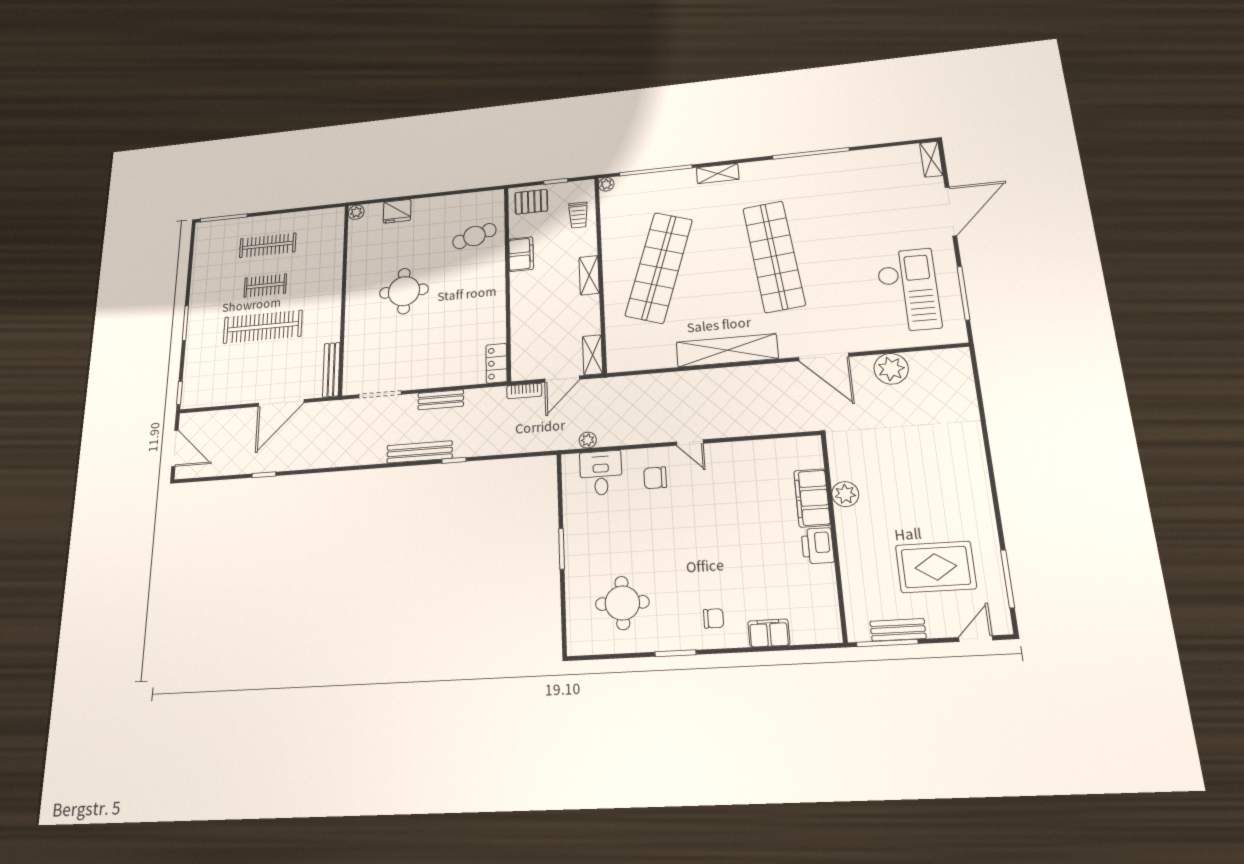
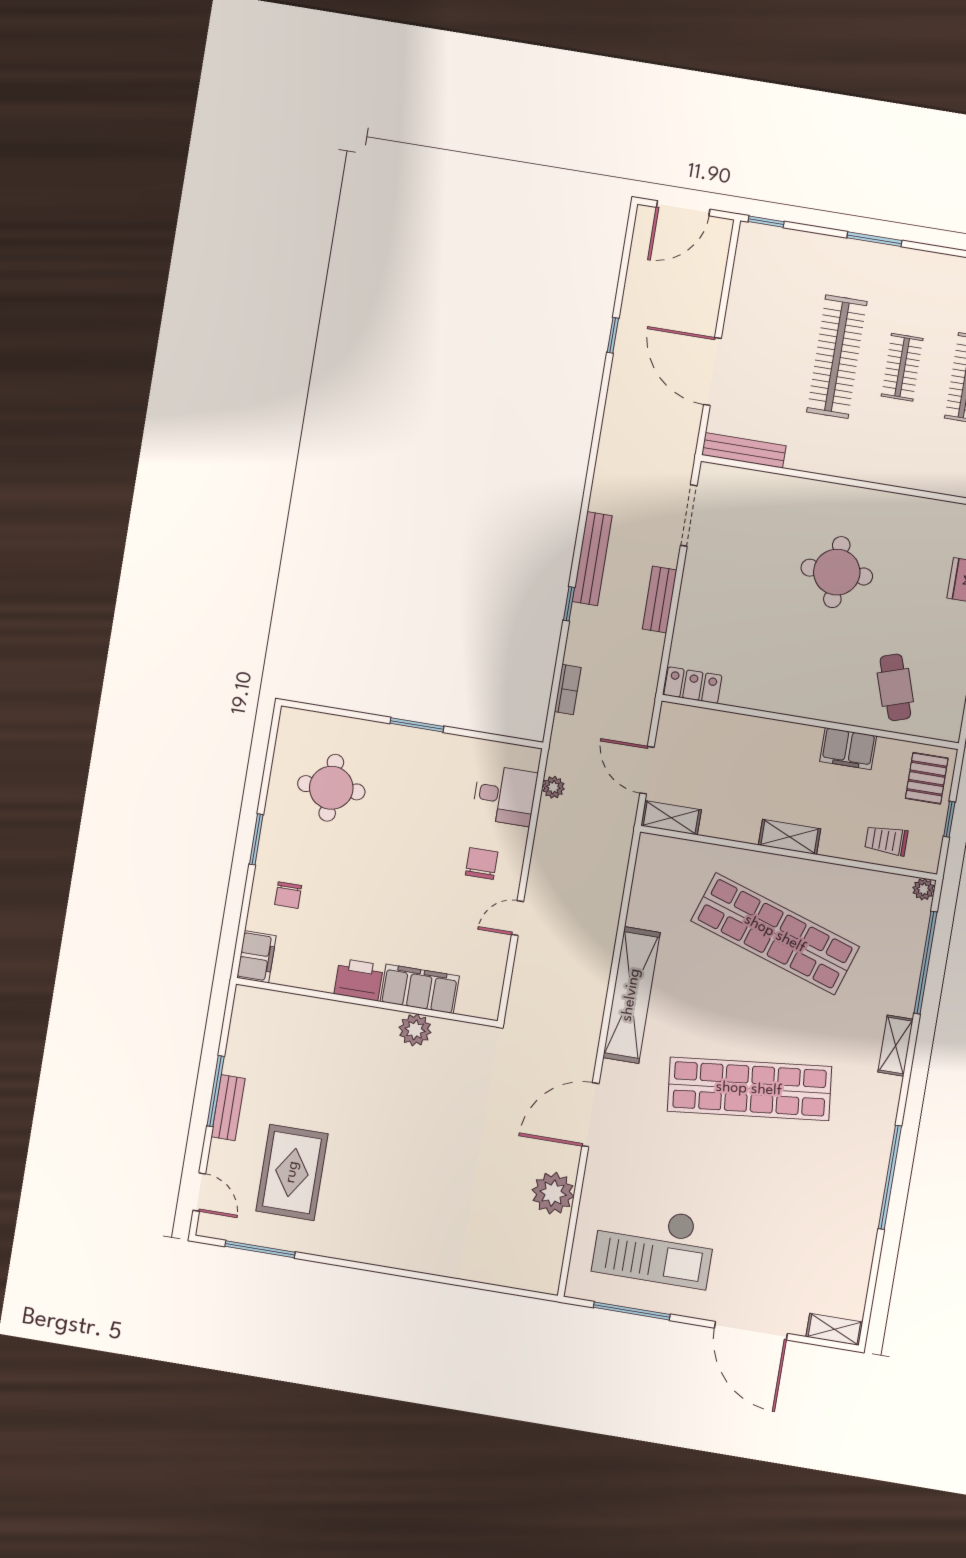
bookcase: (524, 391) -> (568, 690), moved, turned 180
plant: (845, 494) -> (415, 1030), moved
filing cabinet: (812, 498) -> (420, 989), moved
wall: (834, 536) -> (367, 1002), moved
printer: (818, 546) -> (359, 980), moved

